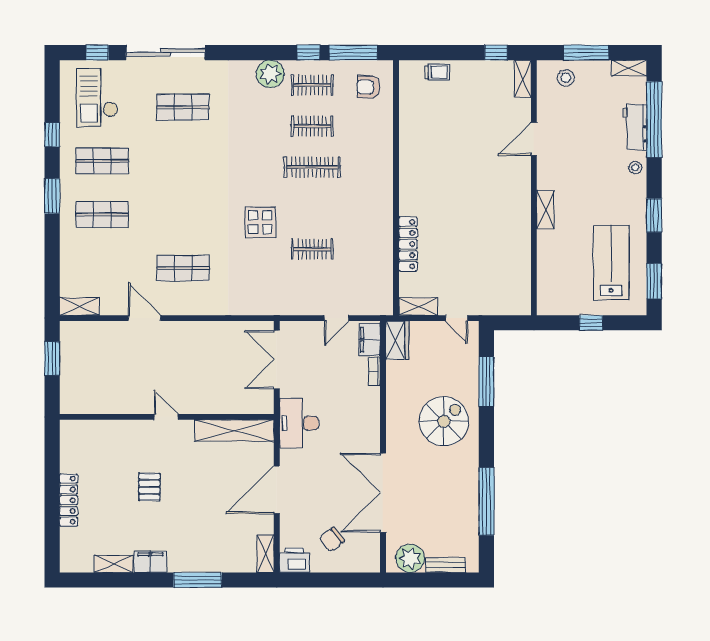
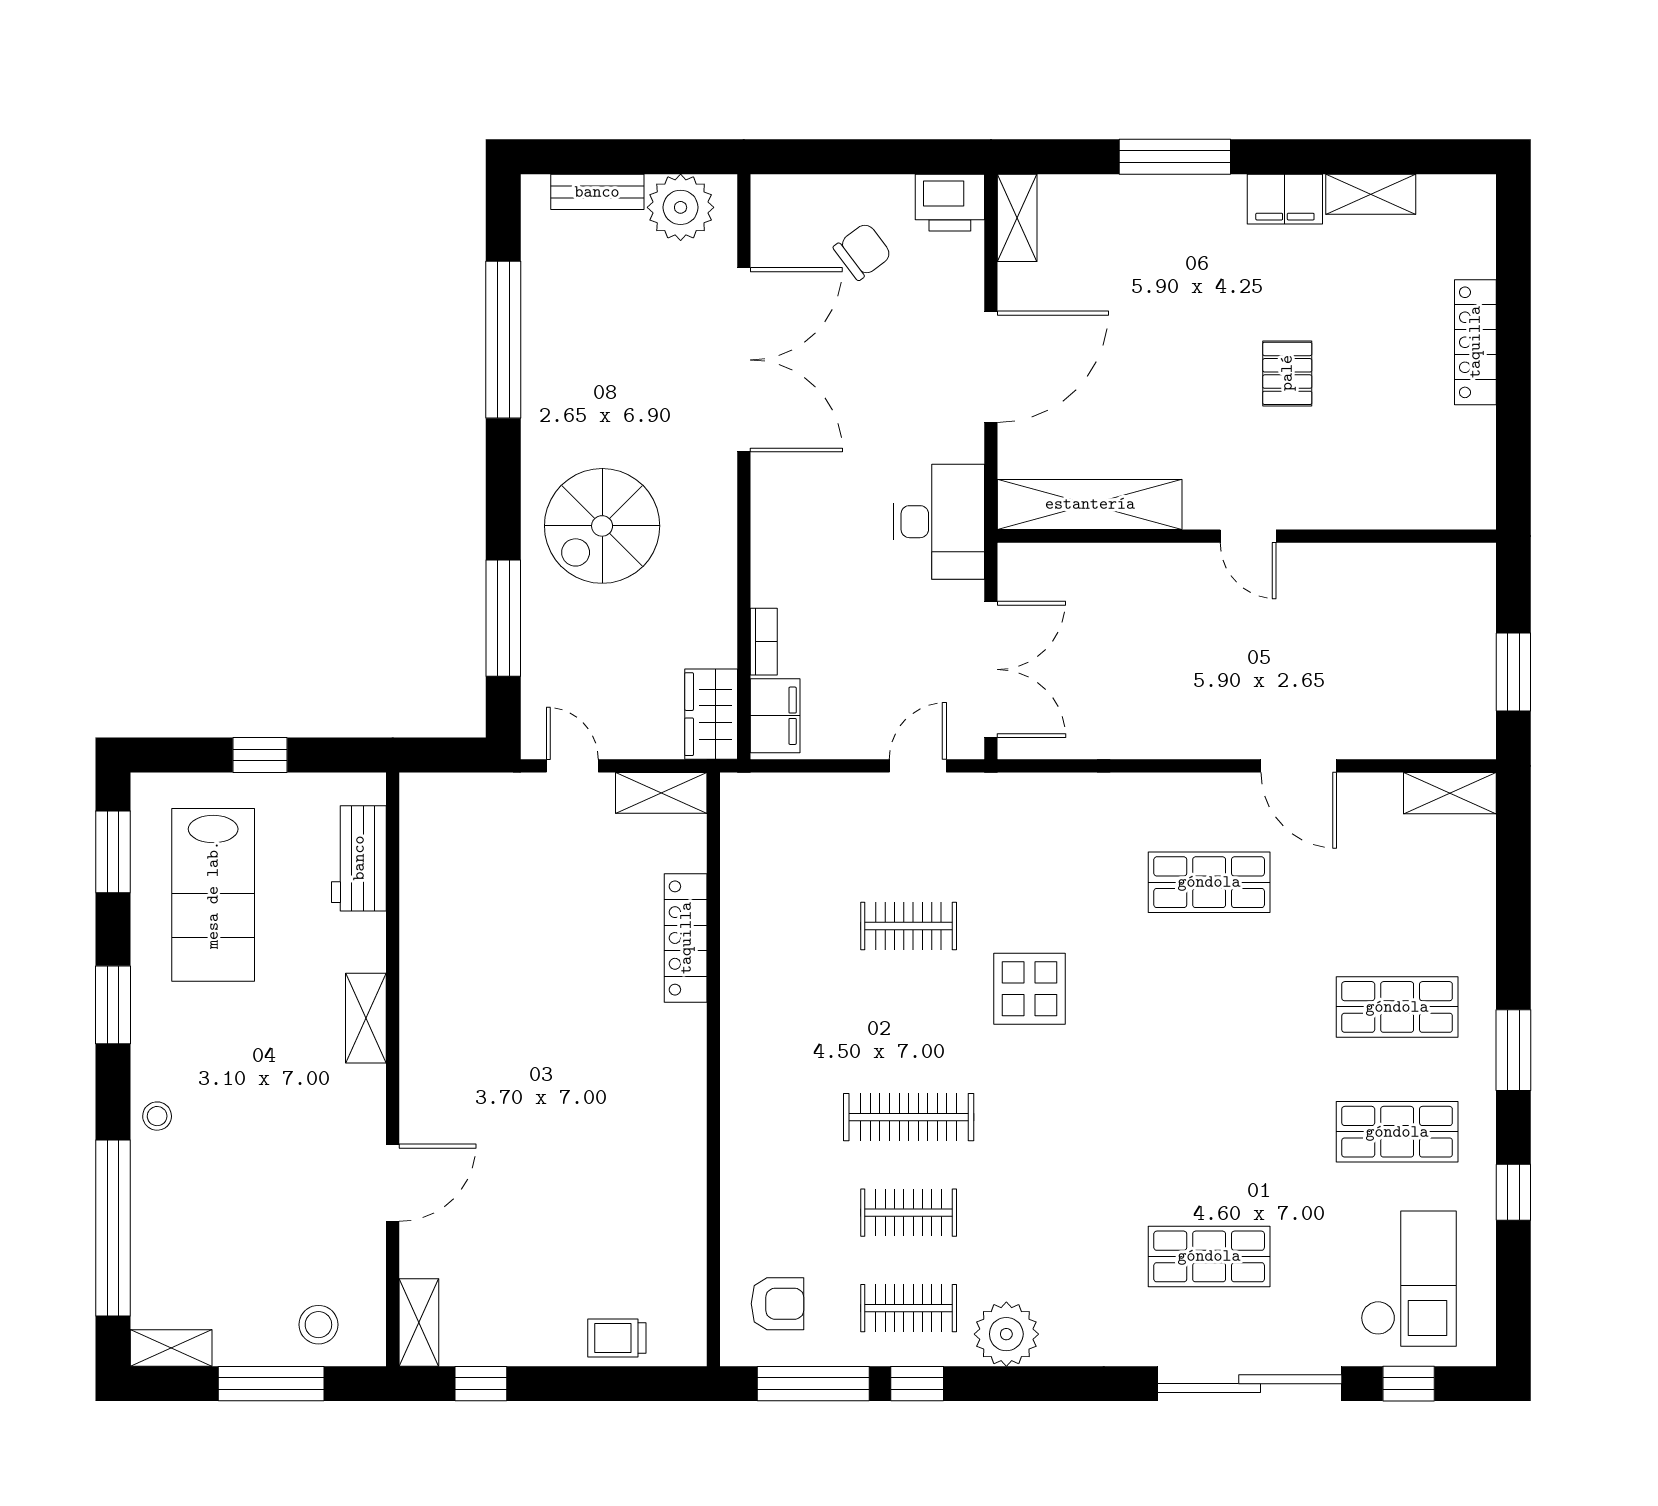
workbench: (635, 127) -> (359, 858), moved, turned 180
door: (337, 318) -> (918, 766), moved

